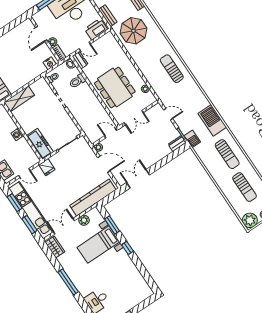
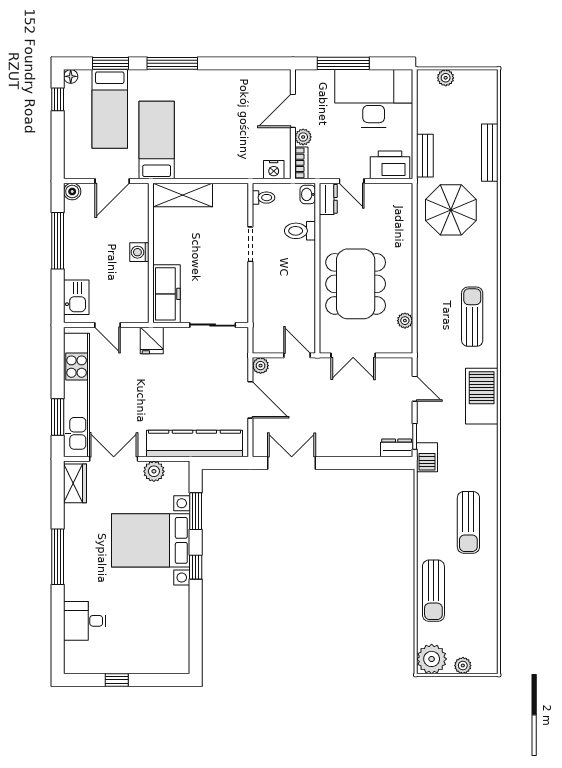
barbecue: (212, 120) -> (482, 396), moved
sun lounger: (244, 187) -> (433, 591), moved
window: (15, 203) -> (58, 363), removed
bed with nightstands: (98, 245) -> (151, 540), width x1.36

